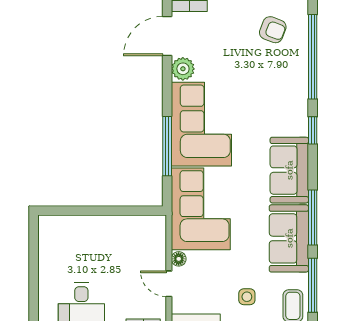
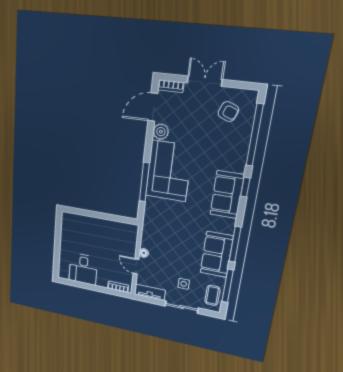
sofa: (289, 170) -> (227, 195), moved
corner sofa: (201, 209) -> (161, 225), removed

